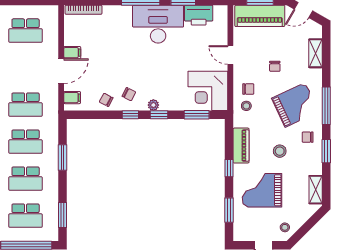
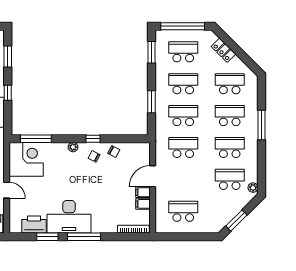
filing cabinet: (72, 98) -> (143, 204), moved
window: (159, 115) -> (68, 139), removed
window: (197, 115) -> (36, 139), width x1.44

